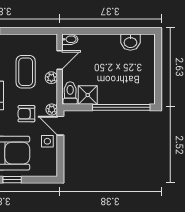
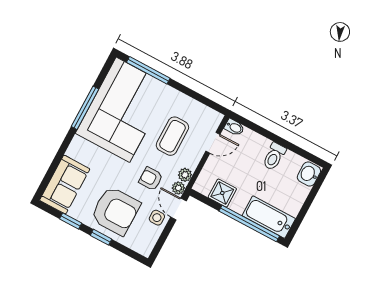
washbasin: (130, 42) -> (309, 174), moved, turned 90
plant: (51, 78) -> (185, 175), moved
toilet: (70, 93) -> (274, 156), moved, turned 180
bathtub: (134, 94) -> (269, 217), added

